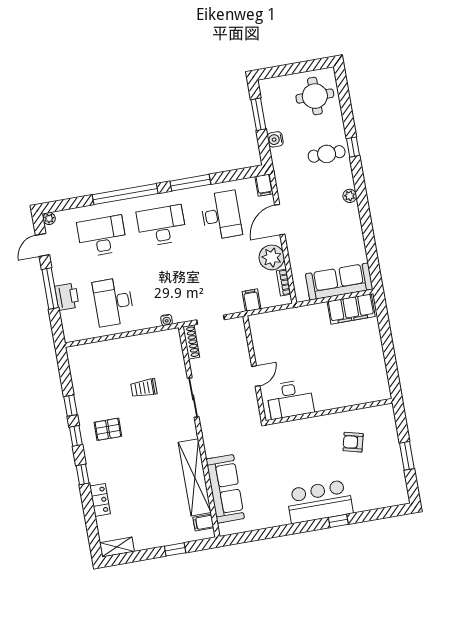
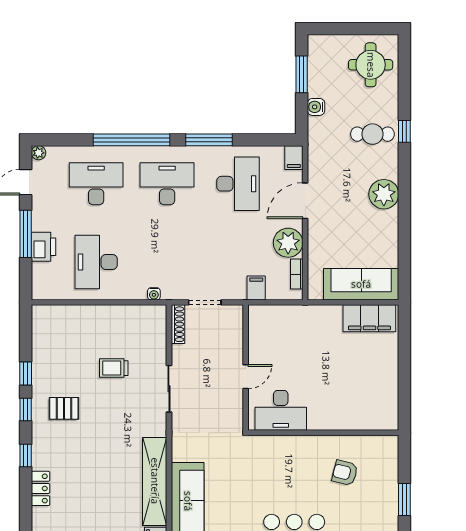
plant: (350, 196) -> (384, 194), width x1.88, depth x1.88

